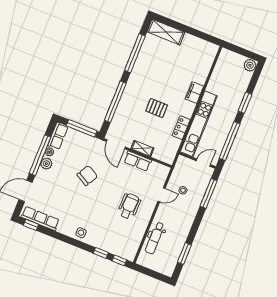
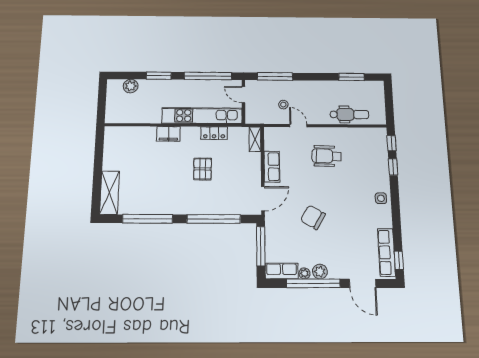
plant: (250, 65) -> (131, 86), moved
shelving: (142, 148) -> (255, 139), moved

